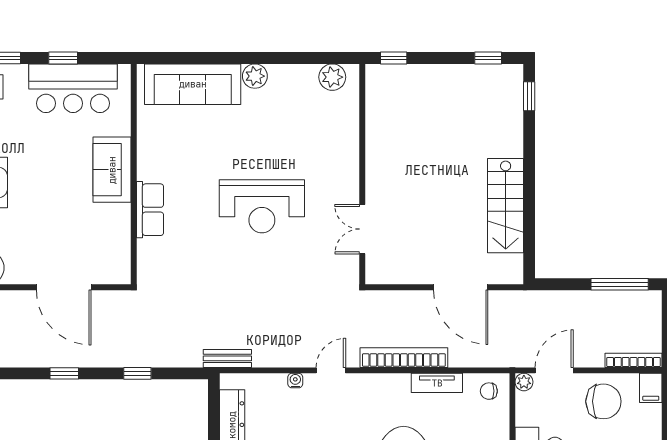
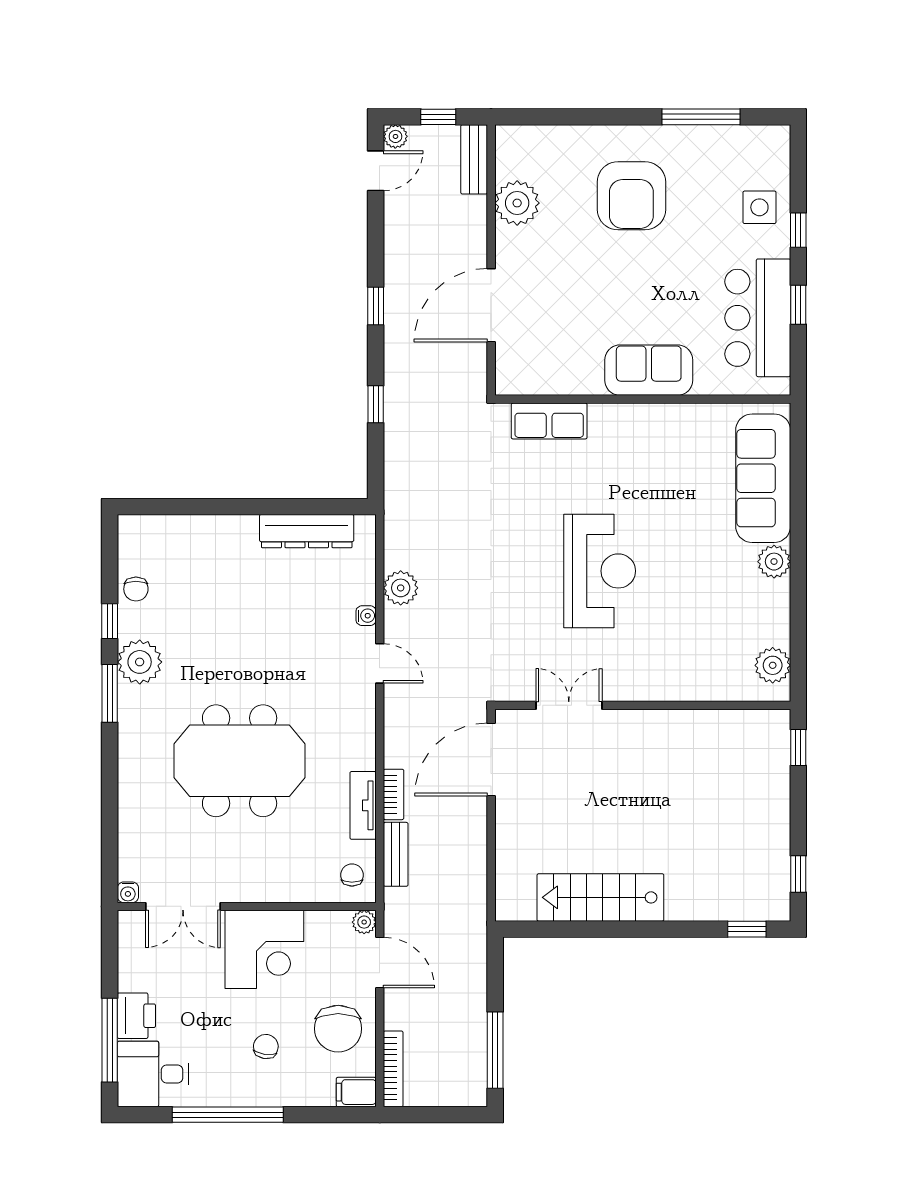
reception desk: (262, 206) -> (600, 571), turned 180
row of seats: (150, 210) -> (549, 421), moved
door: (461, 287) -> (491, 760), moved
plant: (275, 355) -> (401, 588), added
bench: (227, 358) -> (396, 854), moved
bookcase: (404, 358) -> (394, 794), width x0.43, depth x0.76

